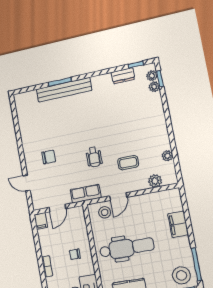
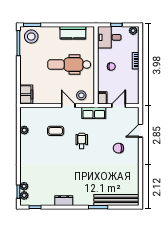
dresser: (123, 76) -> (64, 201), moved
bench: (64, 90) -> (116, 200), moved
plant: (155, 181) -> (37, 113), removed
door: (27, 183) -> (141, 131), swing flipped
door: (118, 197) -> (68, 106), hinge flipped
filing cabinet: (41, 221) -> (102, 98), moved
filing cabinet: (178, 224) -> (26, 95), moved

